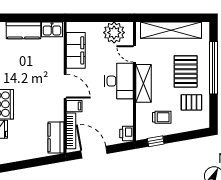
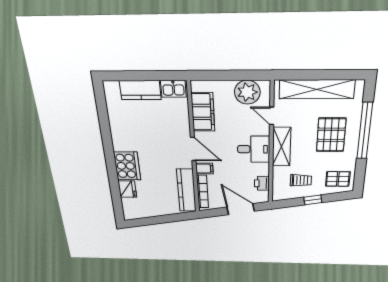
desk: (119, 81) -> (254, 149), width x0.73
pallet: (191, 102) -> (338, 179), moved
printer: (127, 134) -> (262, 183), moved
kitchen counter: (56, 138) -> (186, 190), width x1.50
window: (156, 141) -> (313, 200), moved
door: (94, 152) -> (241, 209), moved

